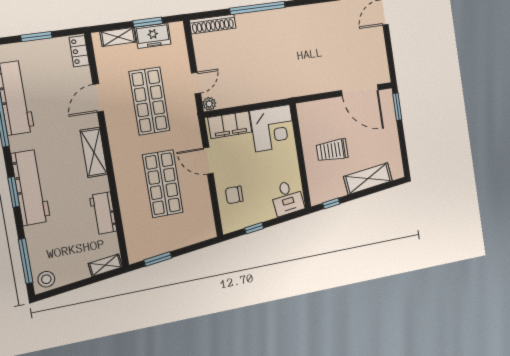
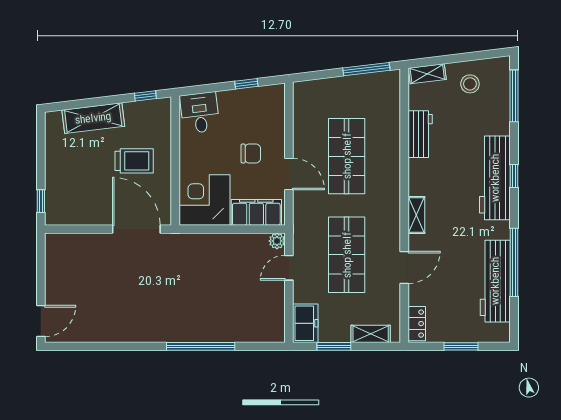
shoe rack: (213, 24) -> (258, 334), removed
freezer: (153, 36) -> (305, 323), moved, turned 90
door: (360, 90) -> (136, 229), moved
window: (397, 107) -> (41, 201), width x0.67
shelving: (94, 152) -> (416, 215), width x0.67, depth x0.75
window: (14, 192) -> (514, 176), width x0.67
chair: (234, 195) -> (251, 153), moved
window: (158, 259) -> (366, 69), width x1.44
stool: (46, 279) -> (470, 84), moved

